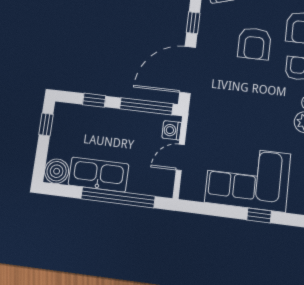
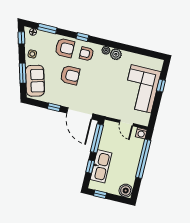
washing machine: (172, 130) -> (141, 133), moved
kitchen sink: (98, 175) -> (101, 166), moved, turned 180

